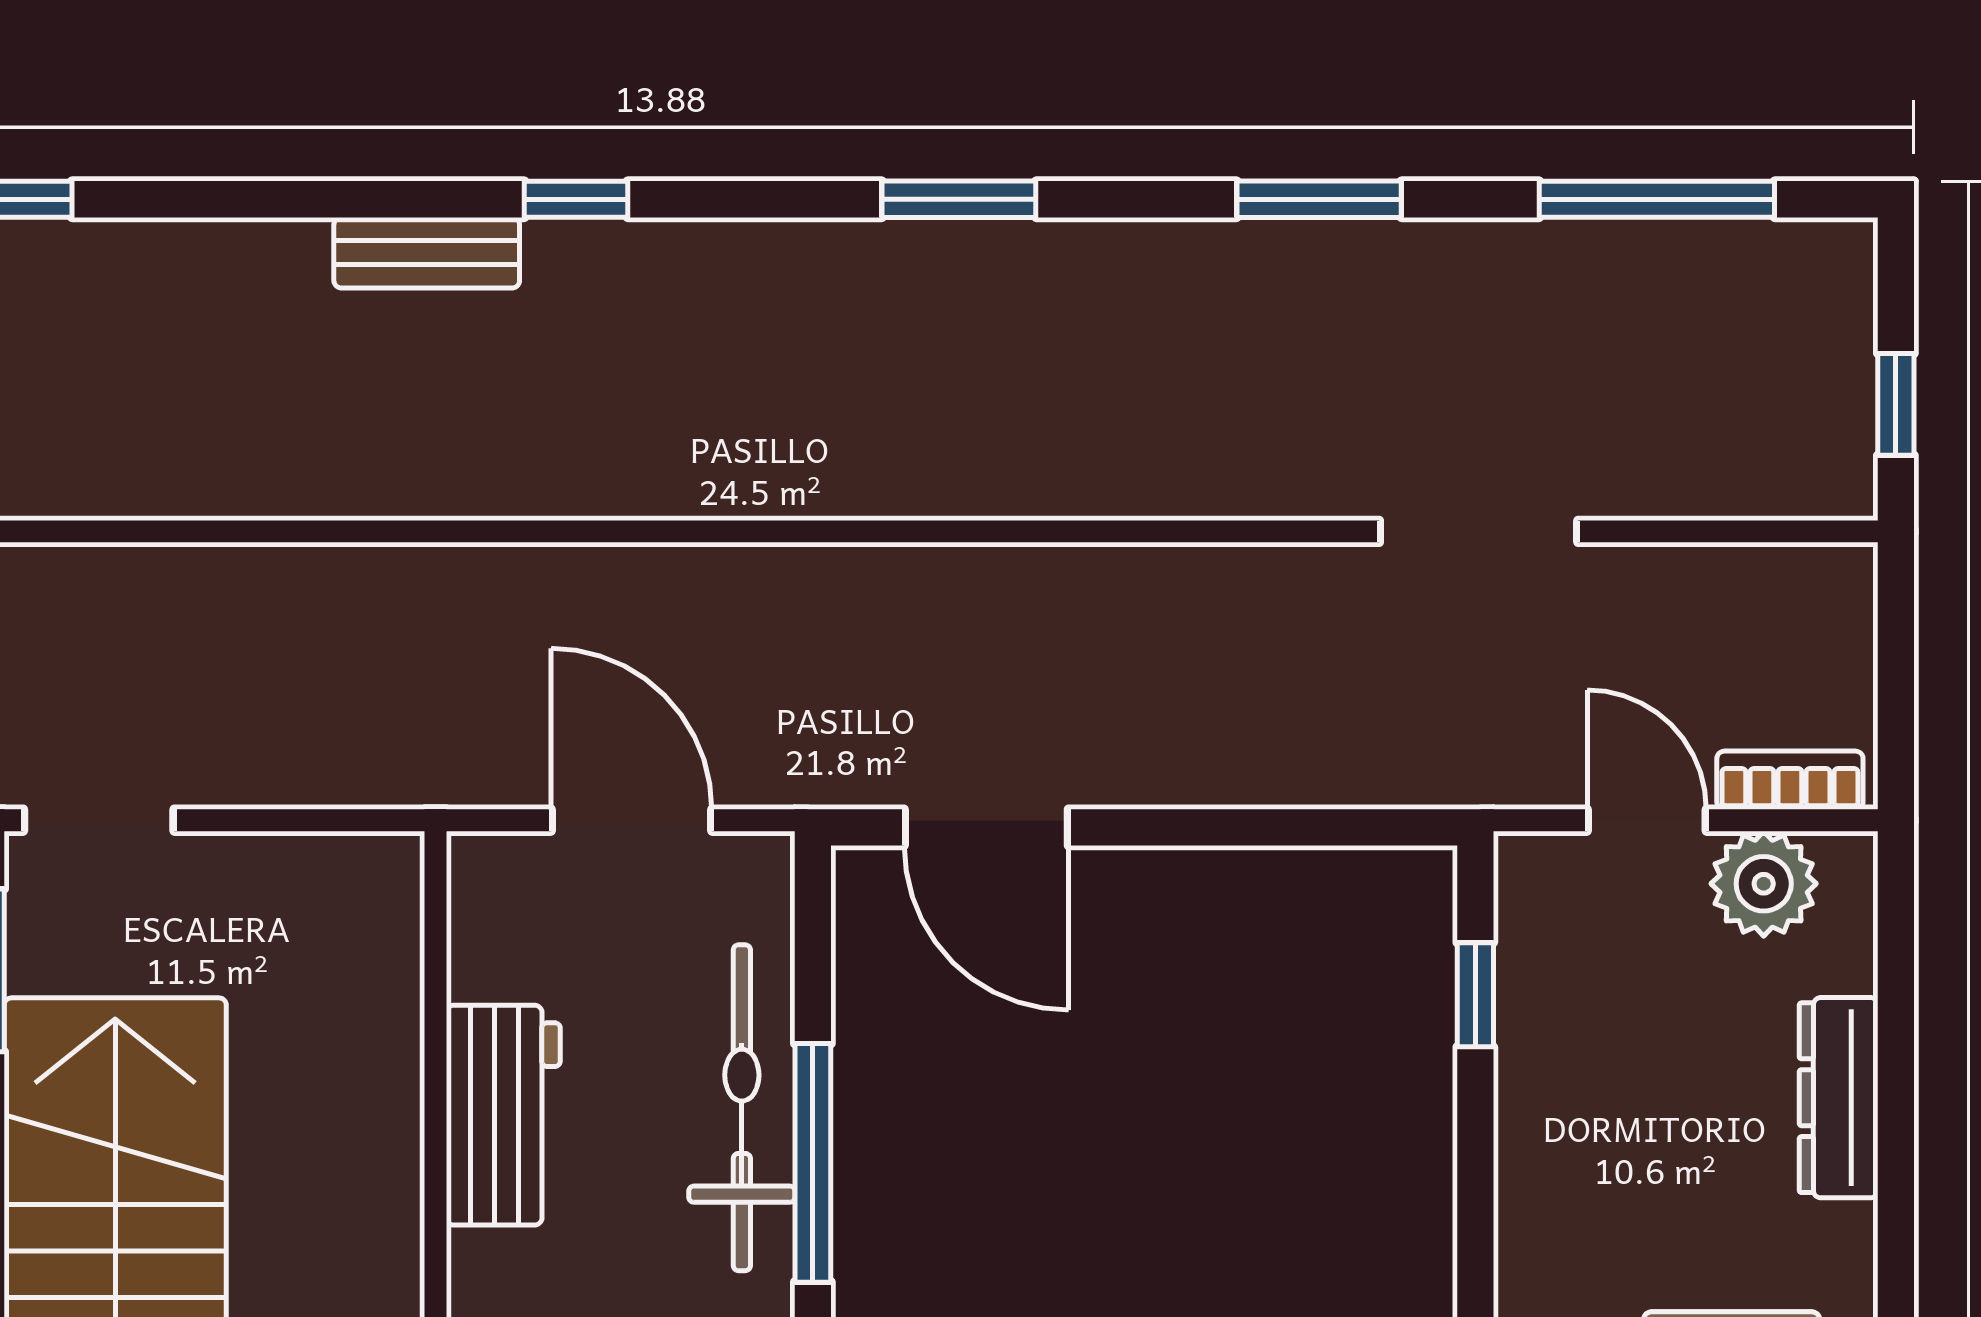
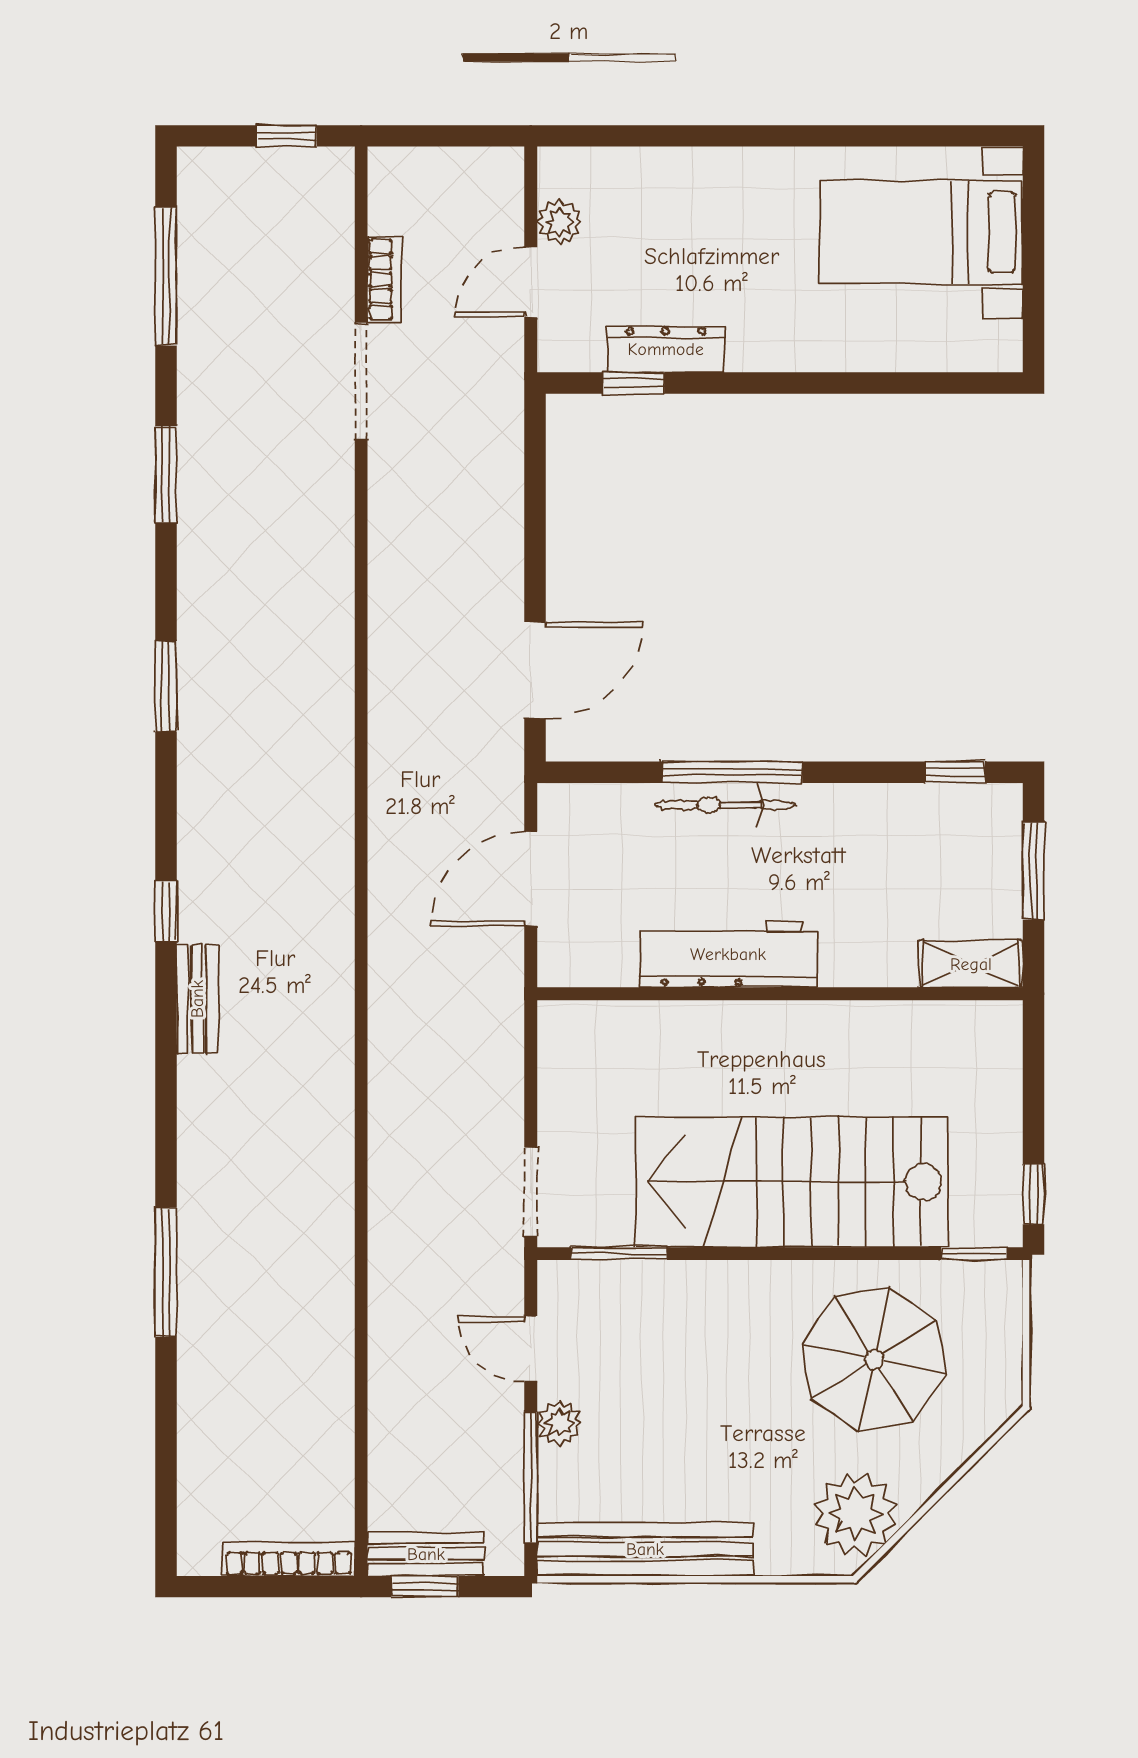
bookcase: (1790, 780) -> (385, 280), moved, turned 180
plant: (1764, 884) -> (560, 222), width x0.73, depth x0.73
dresser: (1839, 1098) -> (666, 349), moved, turned 180
bicycle: (742, 1108) -> (725, 805), width x0.73, depth x0.71
workbench: (503, 1115) -> (728, 954), width x1.38

